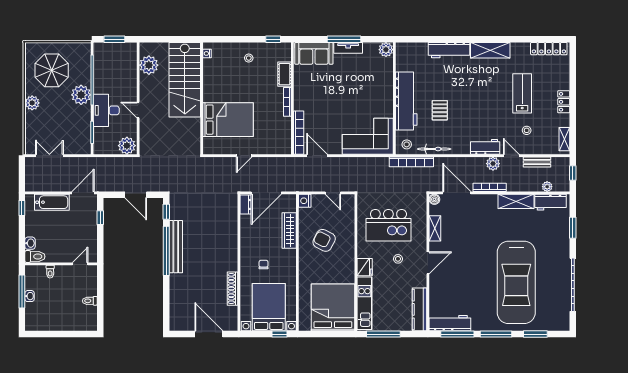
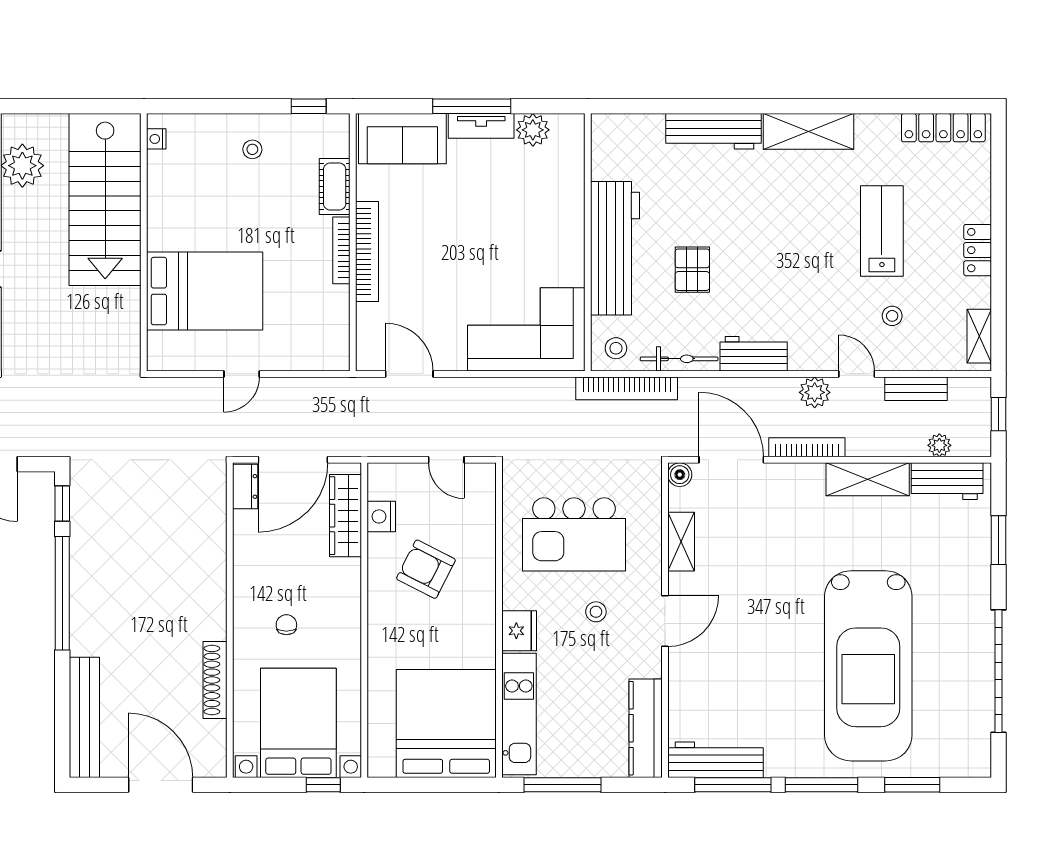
plant: (386, 50) -> (533, 130), moved
bookcase: (299, 133) -> (367, 251), moved
workbench: (485, 147) -> (754, 354), moved
nightstand: (305, 201) -> (381, 516), moved
wardrobe: (289, 231) -> (345, 516), moved
bench: (176, 247) -> (84, 717), moved

